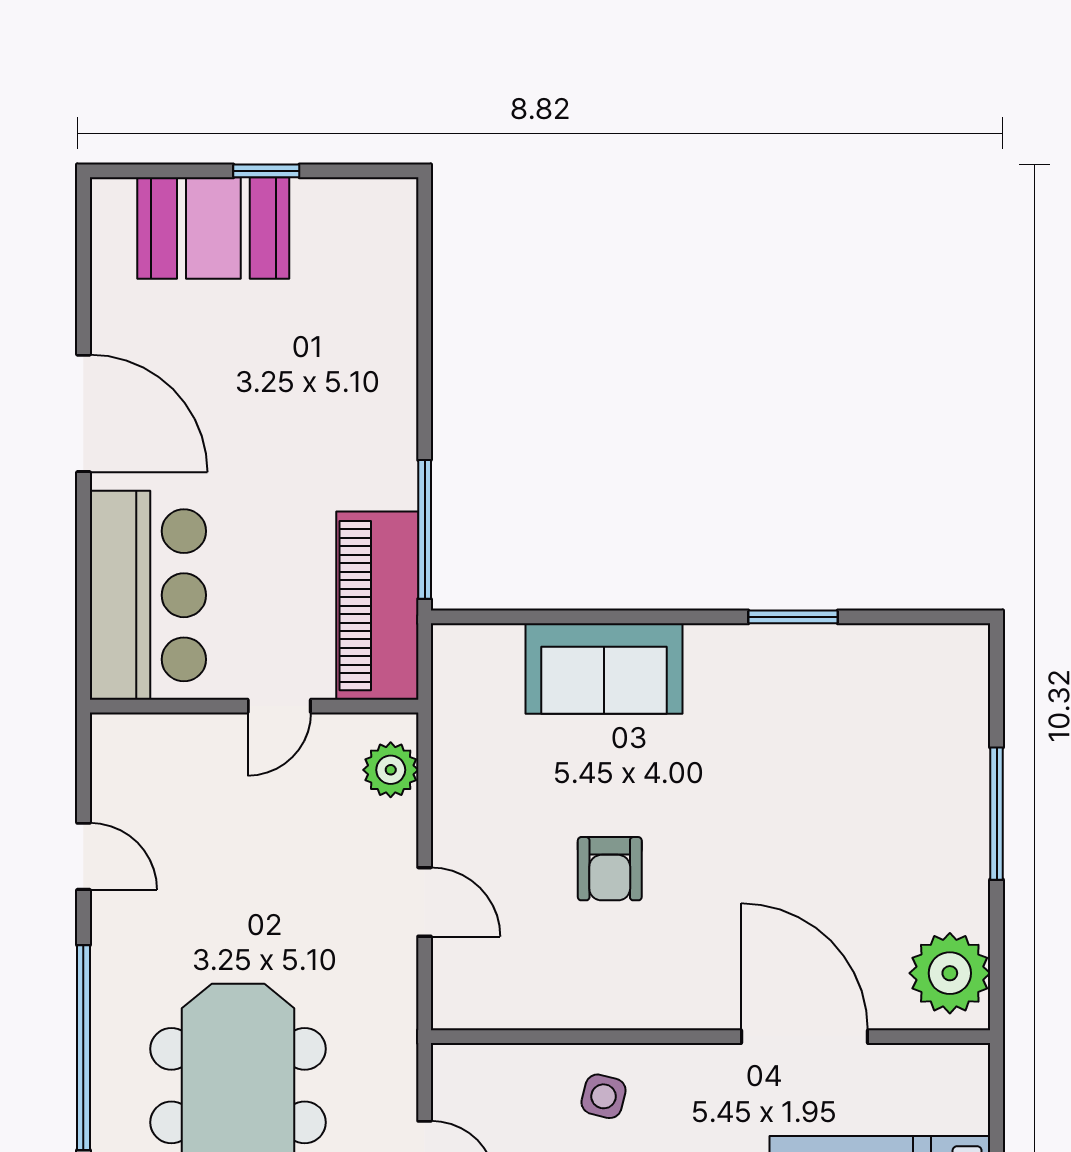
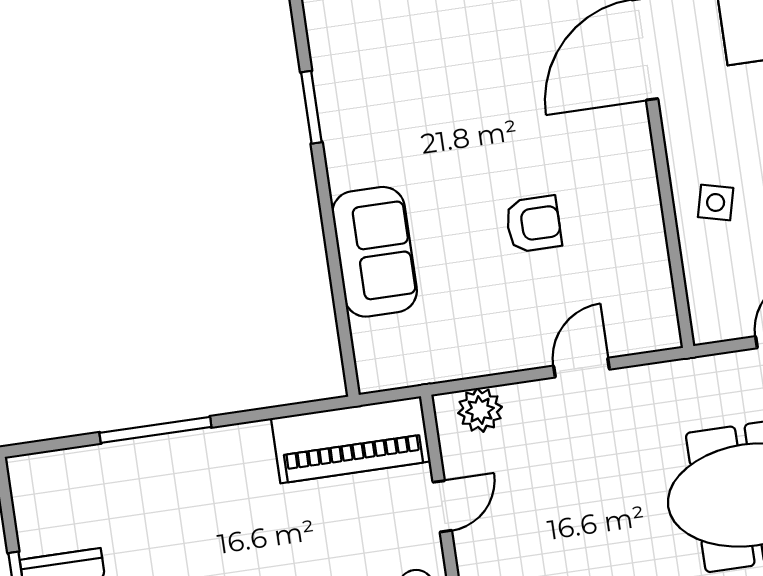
window: (425, 529) -> (155, 430), moved
door: (279, 706) -> (442, 506), hinge flipped

